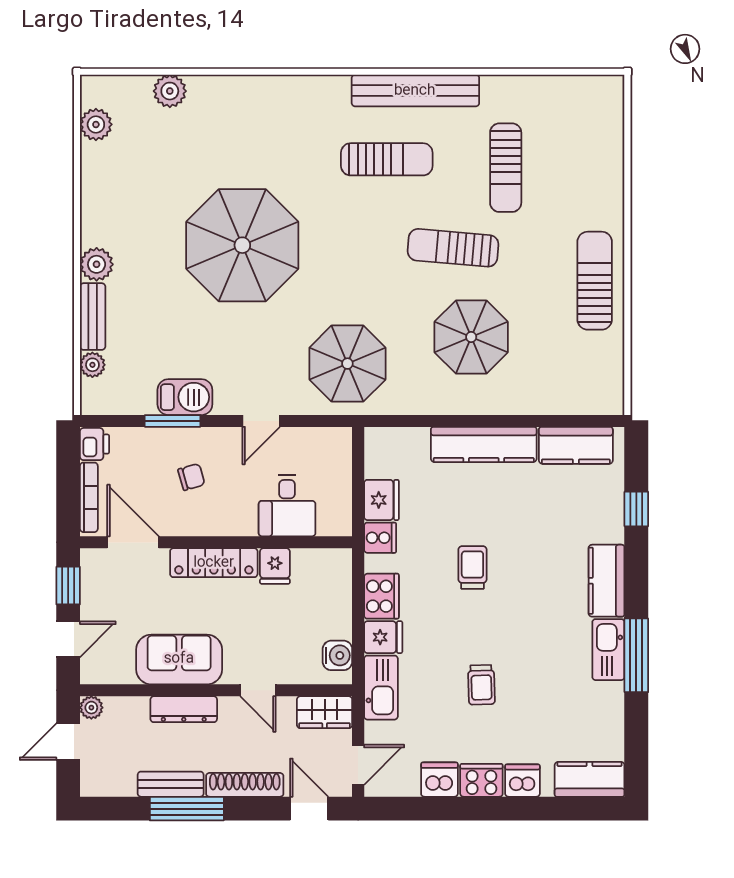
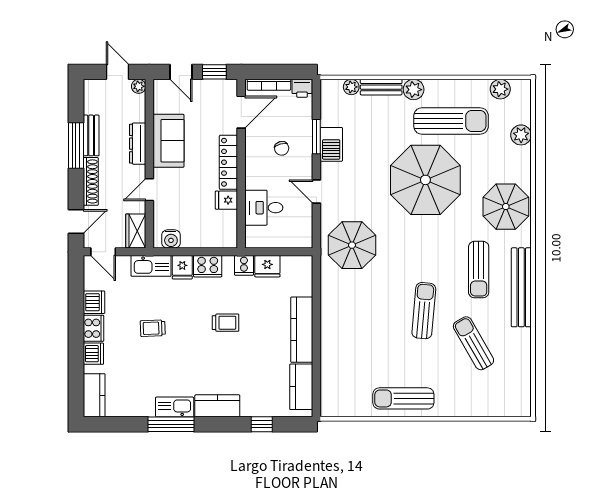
sun lounger: (506, 168) -> (473, 343), turned 60
sun lounger: (147, 204) -> (451, 121), added
sun lounger: (595, 281) -> (403, 398), turned 180
parasol: (471, 337) -> (506, 207), moved

